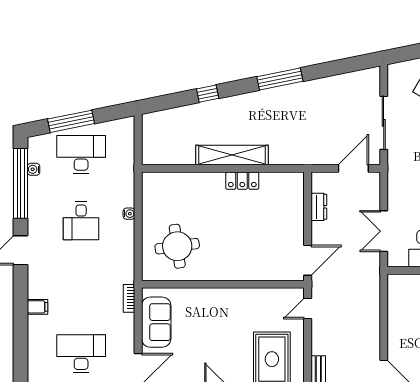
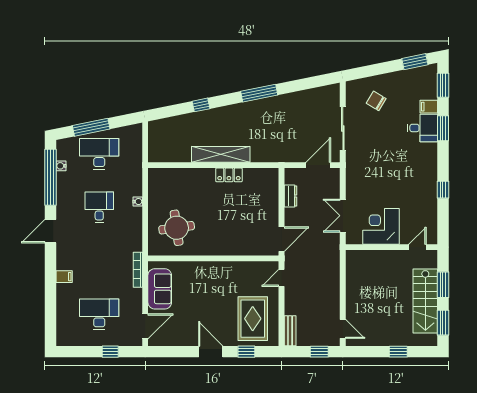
desk: (81, 221) -> (99, 207), turned 180
bookcase: (129, 298) -> (138, 270), width x1.56

